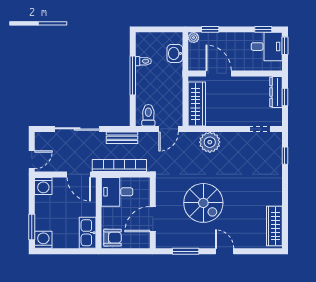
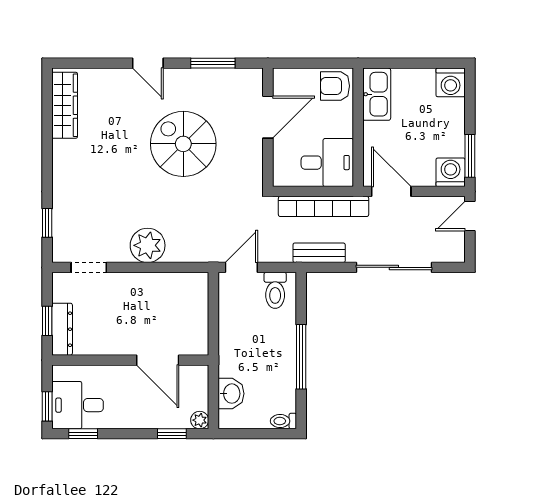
toilet: (143, 61) -> (283, 421), moved
wardrobe: (197, 104) -> (194, 309), removed
plant: (210, 142) -> (148, 245), moved
window: (32, 227) -> (470, 156), moved

